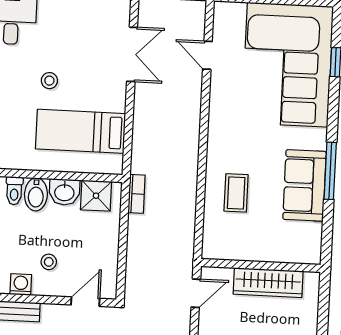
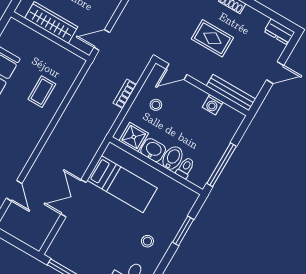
double door: (132, 54) -> (73, 198), moved
stool: (49, 81) -> (147, 241), moved
bookcase: (137, 194) -> (125, 94), moved
stool: (49, 262) -> (156, 105), moved

